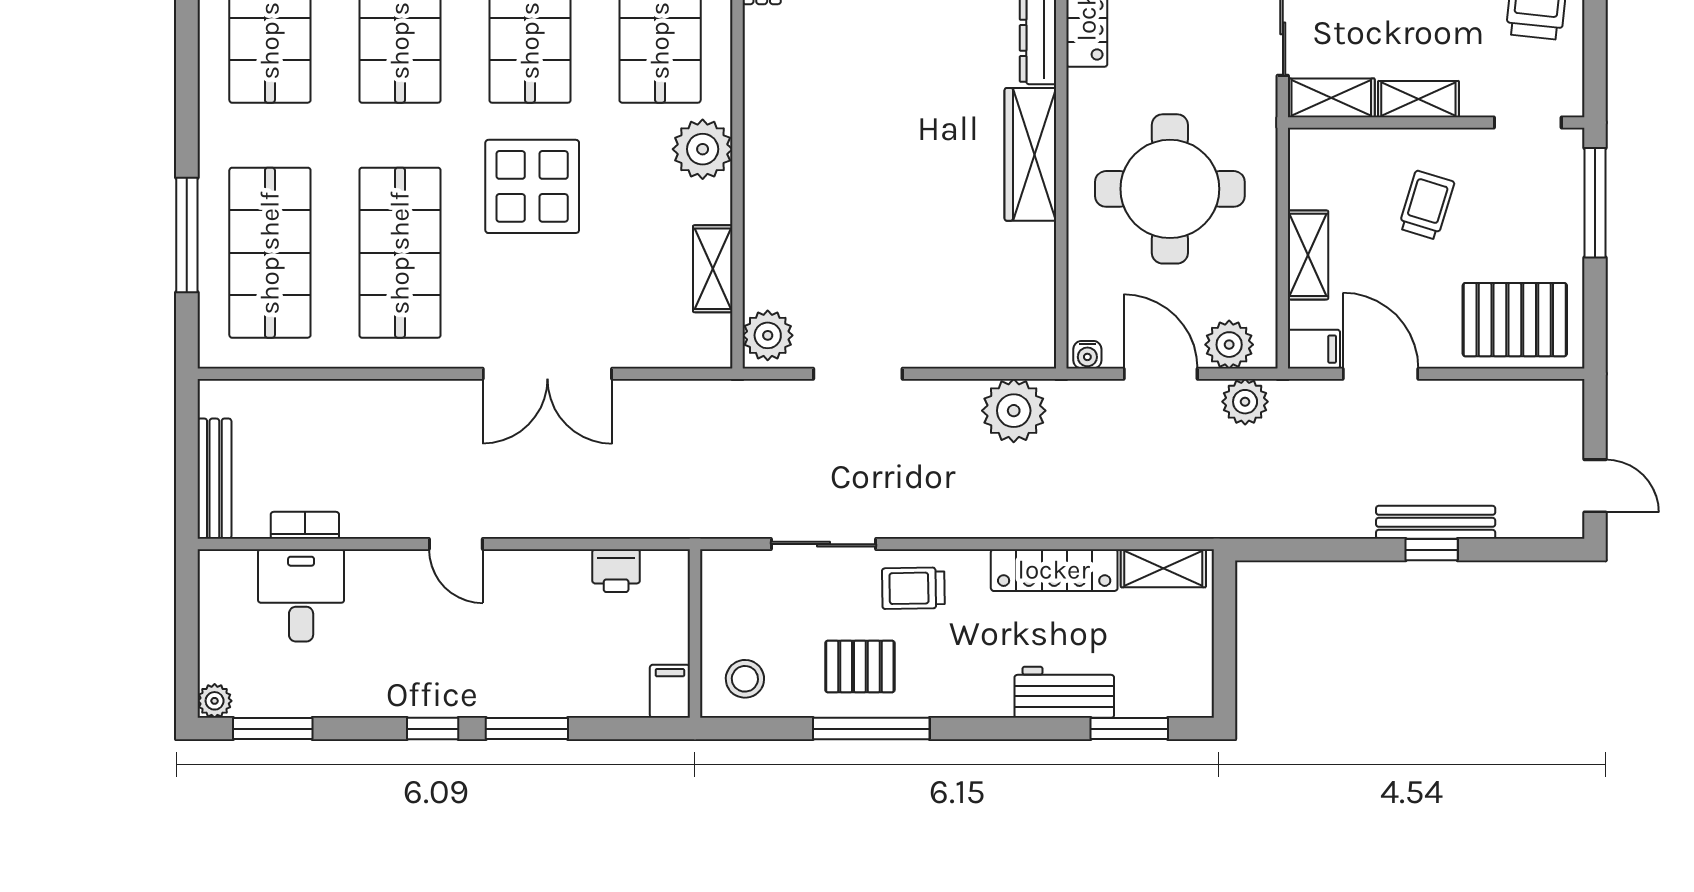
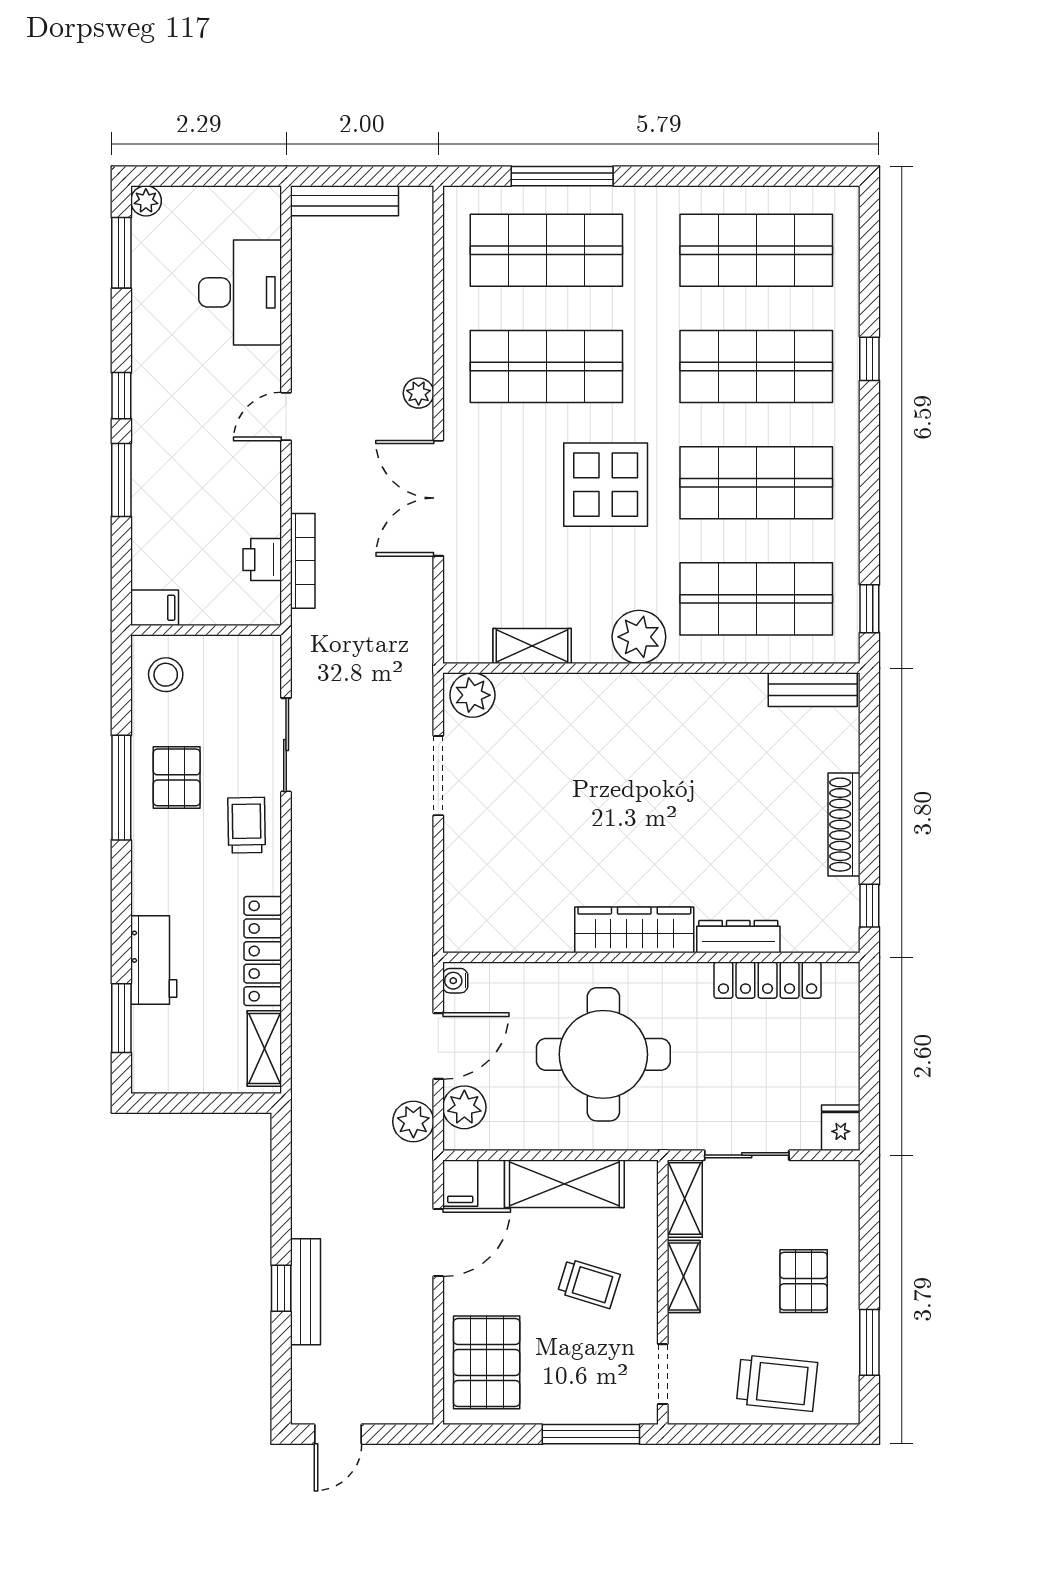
shelving: (1308, 255) -> (564, 1184), width x1.50, depth x1.33
plant: (1014, 411) -> (419, 393), moved, width x0.53, depth x0.53
bookcase: (305, 525) -> (303, 561), moved, width x1.56
desk: (301, 595) -> (240, 292), width x1.37

